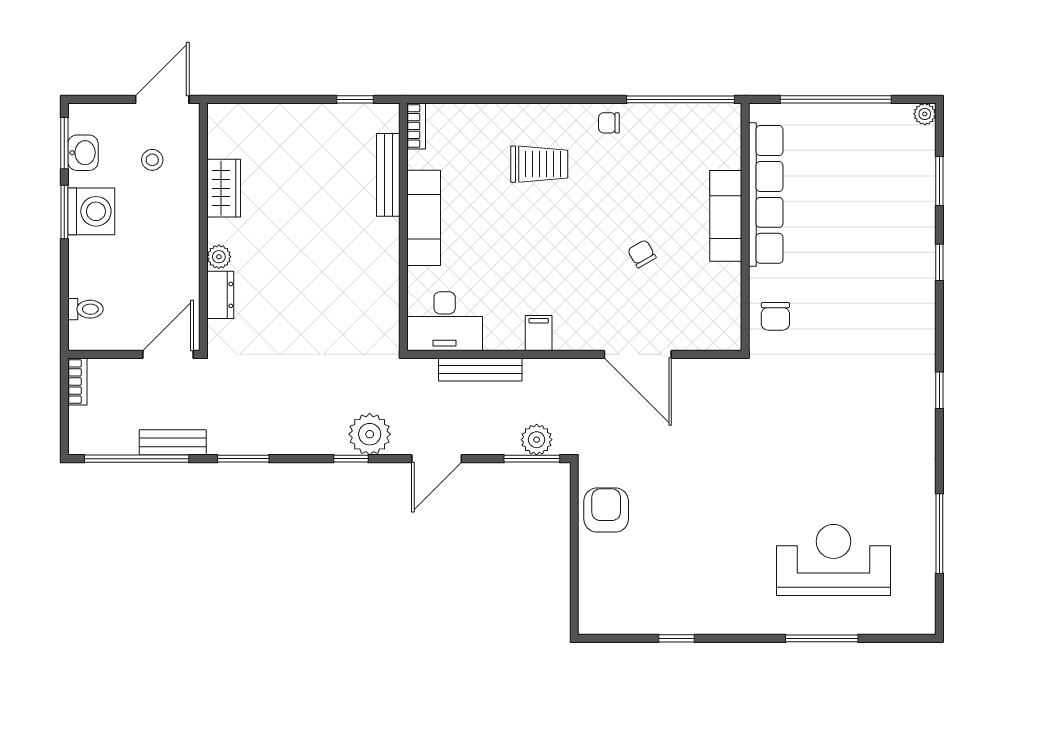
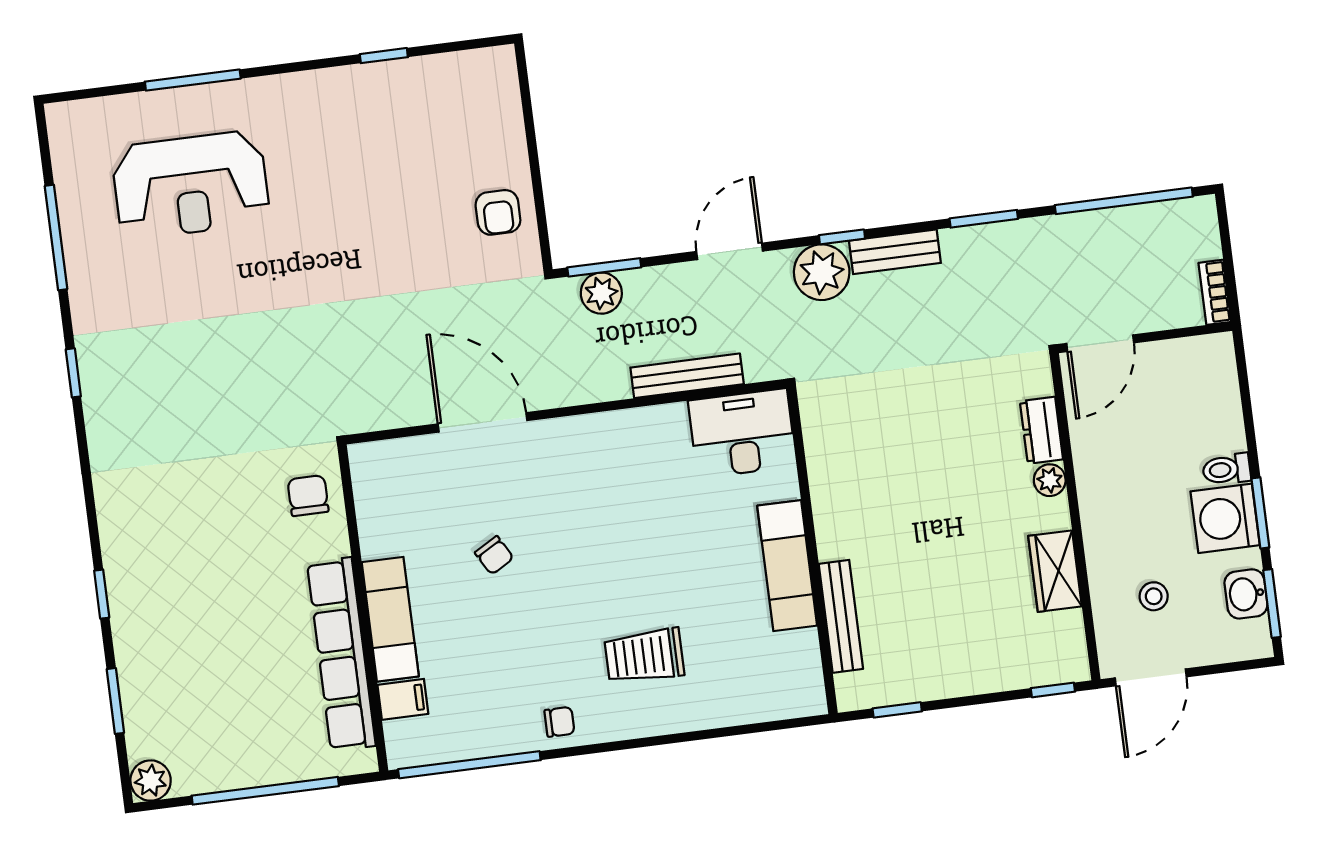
window: (237, 99) -> (1053, 690), added
plant: (925, 114) -> (151, 781), width x1.38, depth x1.38
bookcase: (416, 126) -> (813, 685), removed
toilet: (85, 309) -> (1227, 469), moved
filing cabinet: (539, 333) -> (403, 699), moved, turned -90
window: (939, 390) -> (73, 373), moved
bench: (173, 442) -> (895, 252), moved
armchair: (606, 510) -> (498, 212), width x0.72, depth x0.72

